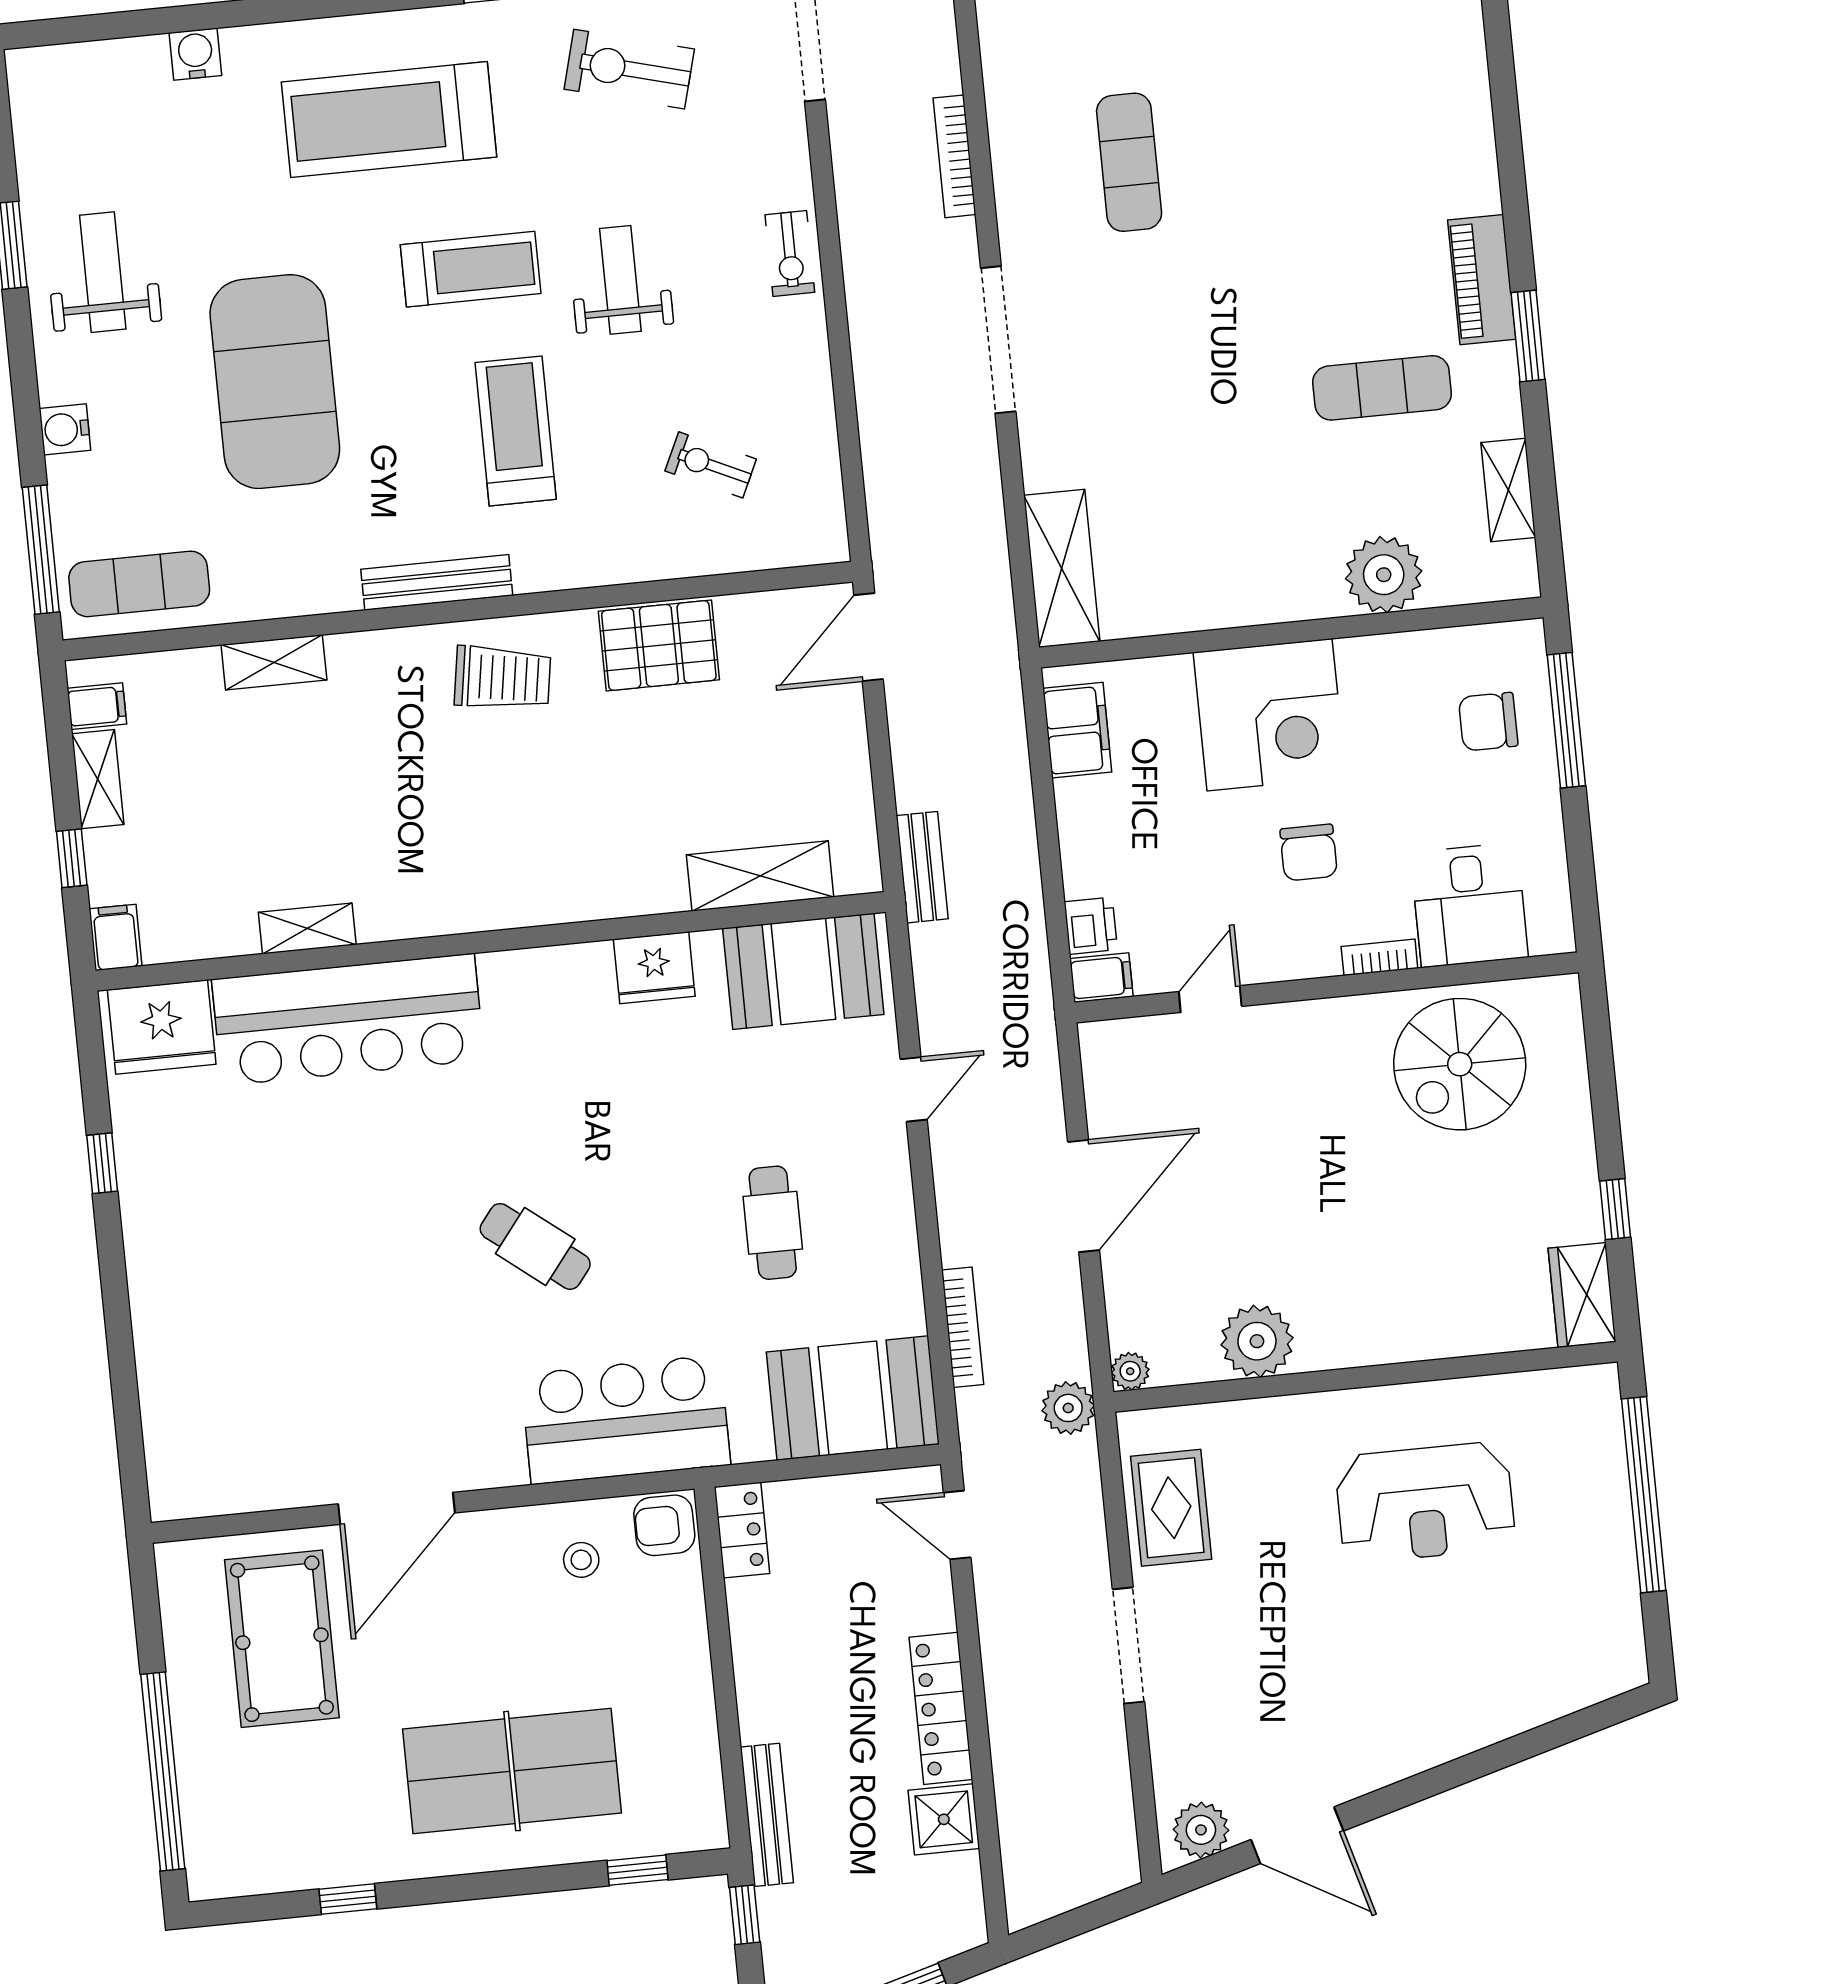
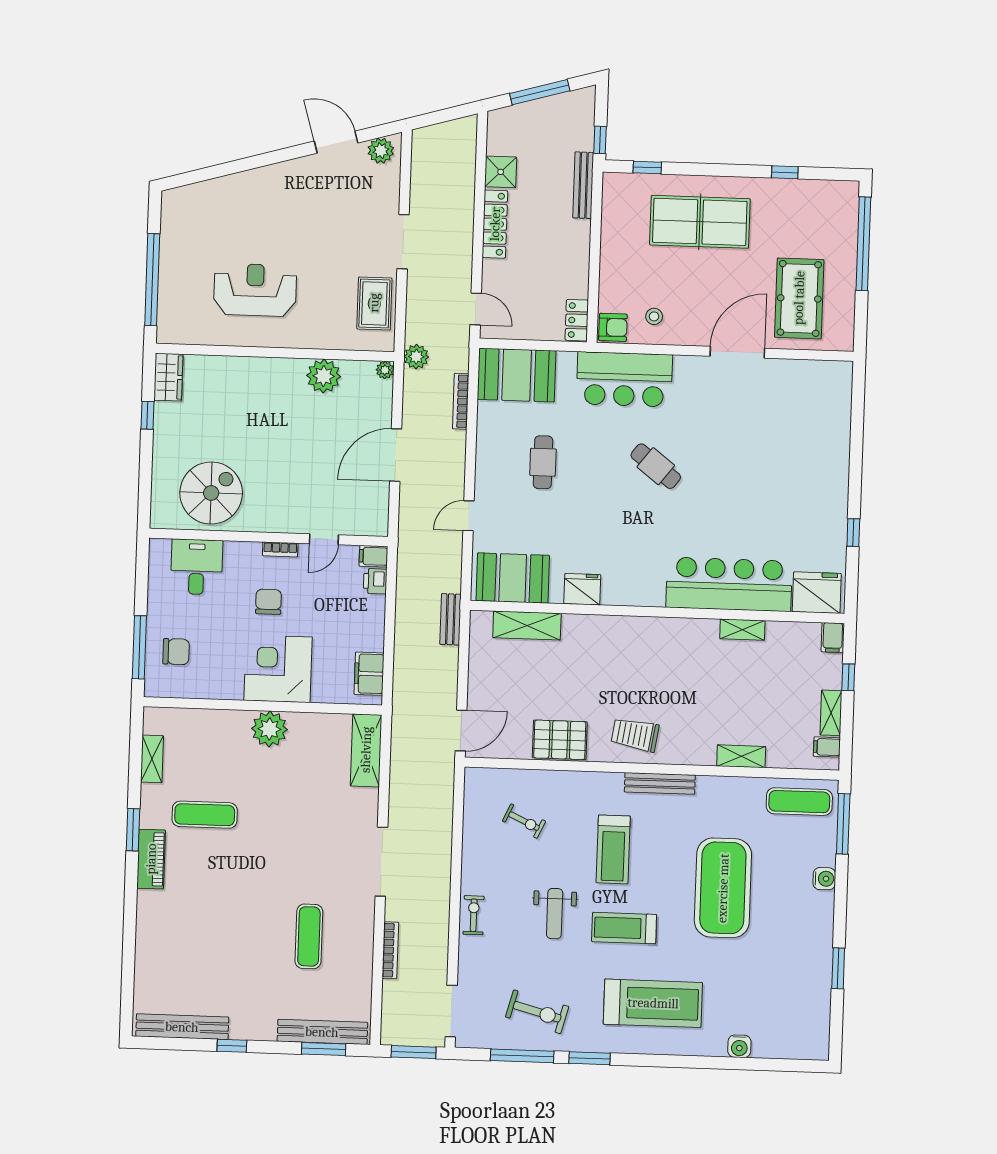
weight bench: (103, 272) -> (797, 950), removed
plant: (1384, 575) -> (269, 729), moved
bookcase: (1379, 957) -> (280, 549), moved

